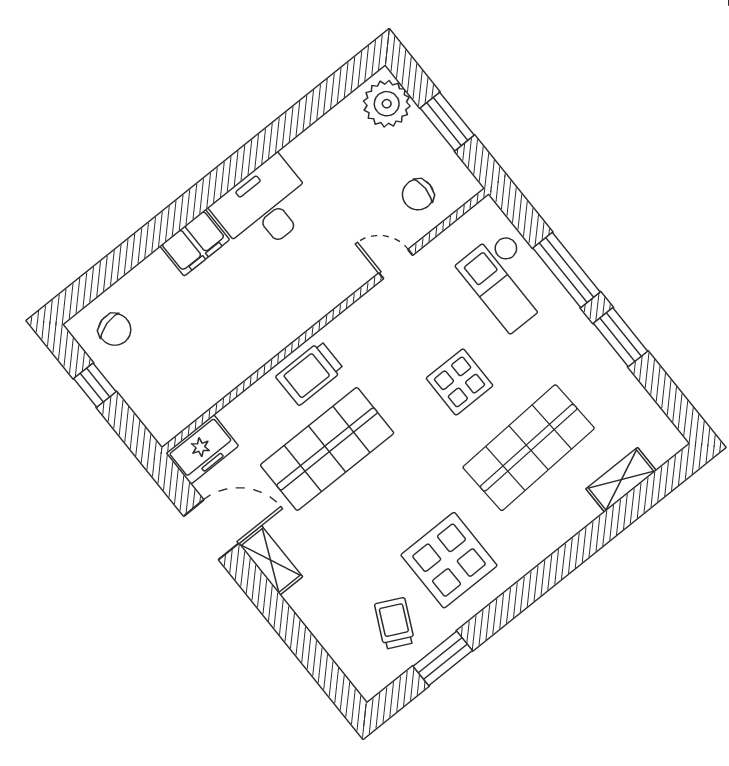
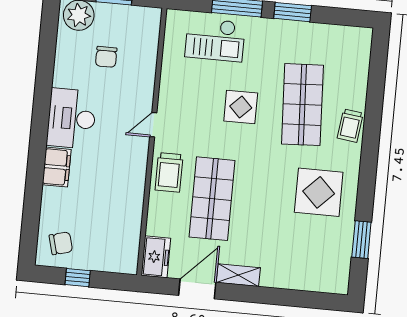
chair: (418, 195) -> (106, 57), moved
door: (396, 264) -> (153, 125), moved
shelving: (621, 480) -> (359, 76), removed
trolley: (395, 623) -> (350, 126), moved, turned -109

